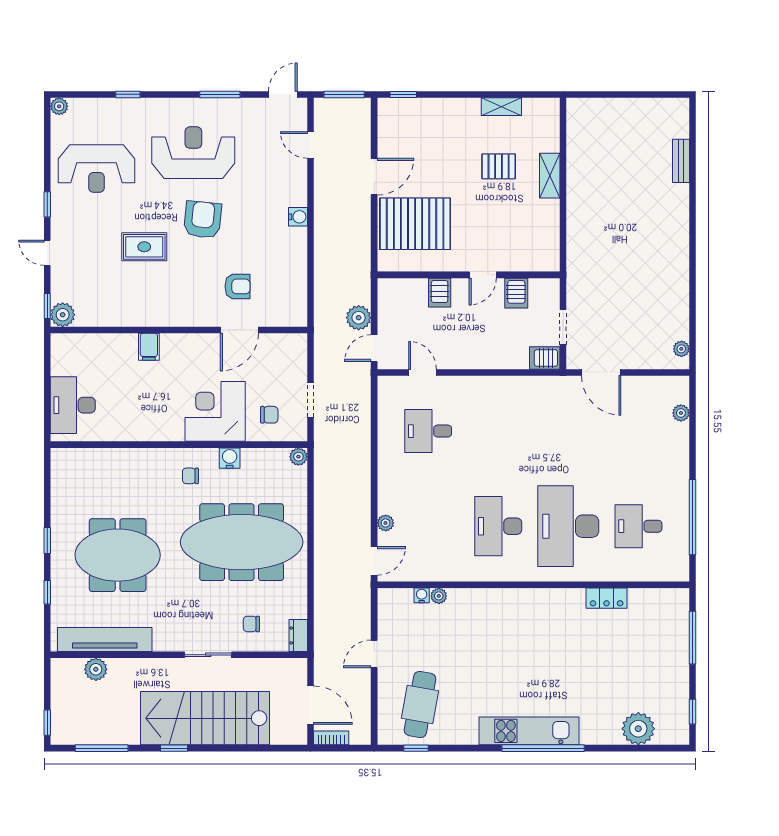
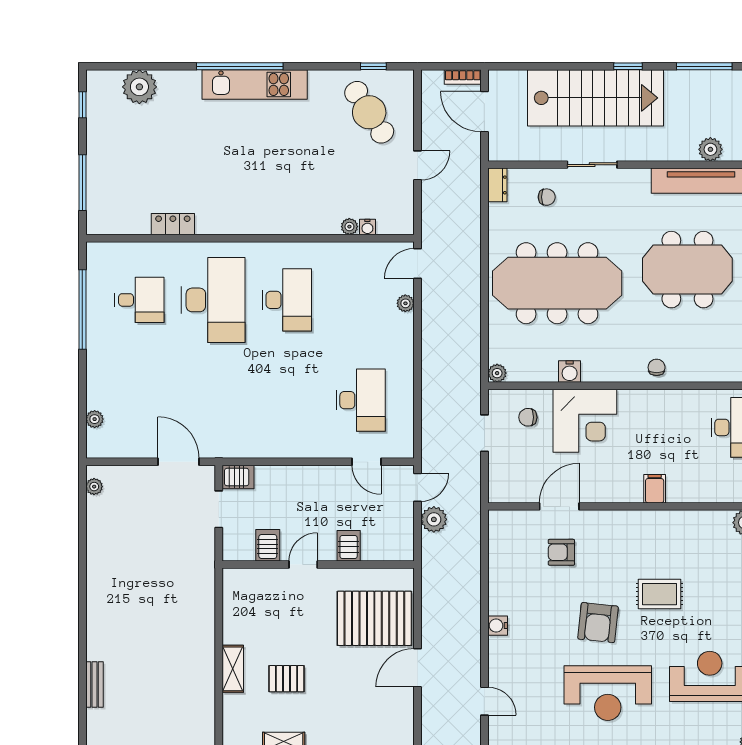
desk: (428, 431) -> (361, 400), width x1.37
chair: (190, 476) -> (657, 367), moved, turned -90
cafe table: (420, 705) -> (369, 112), turned -43

